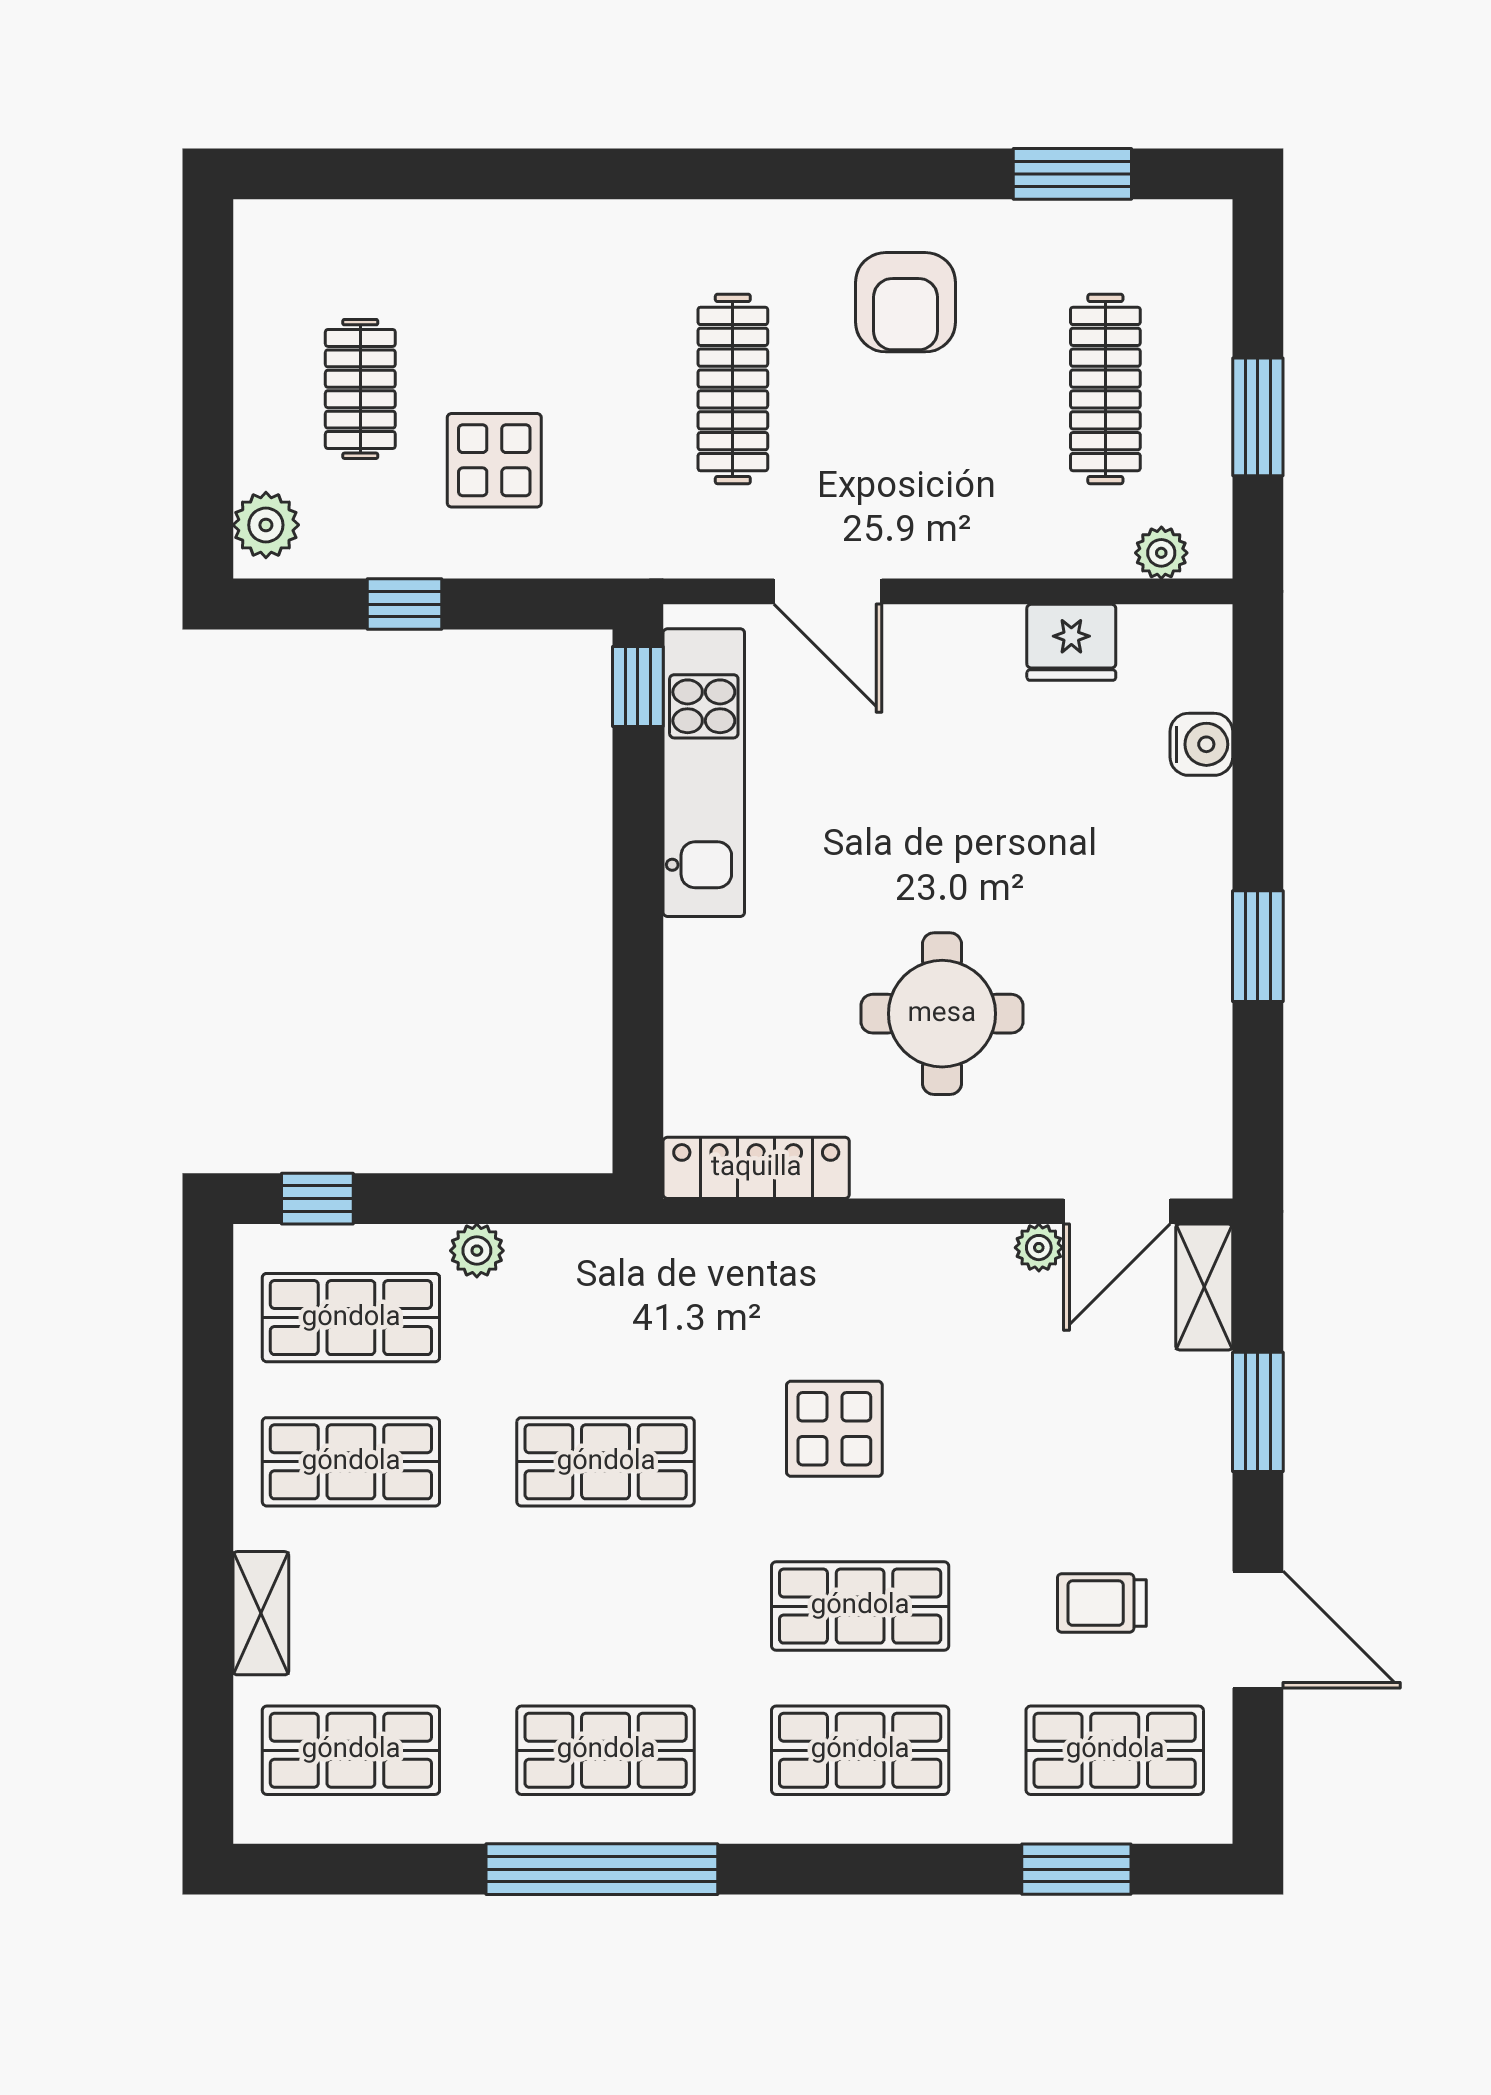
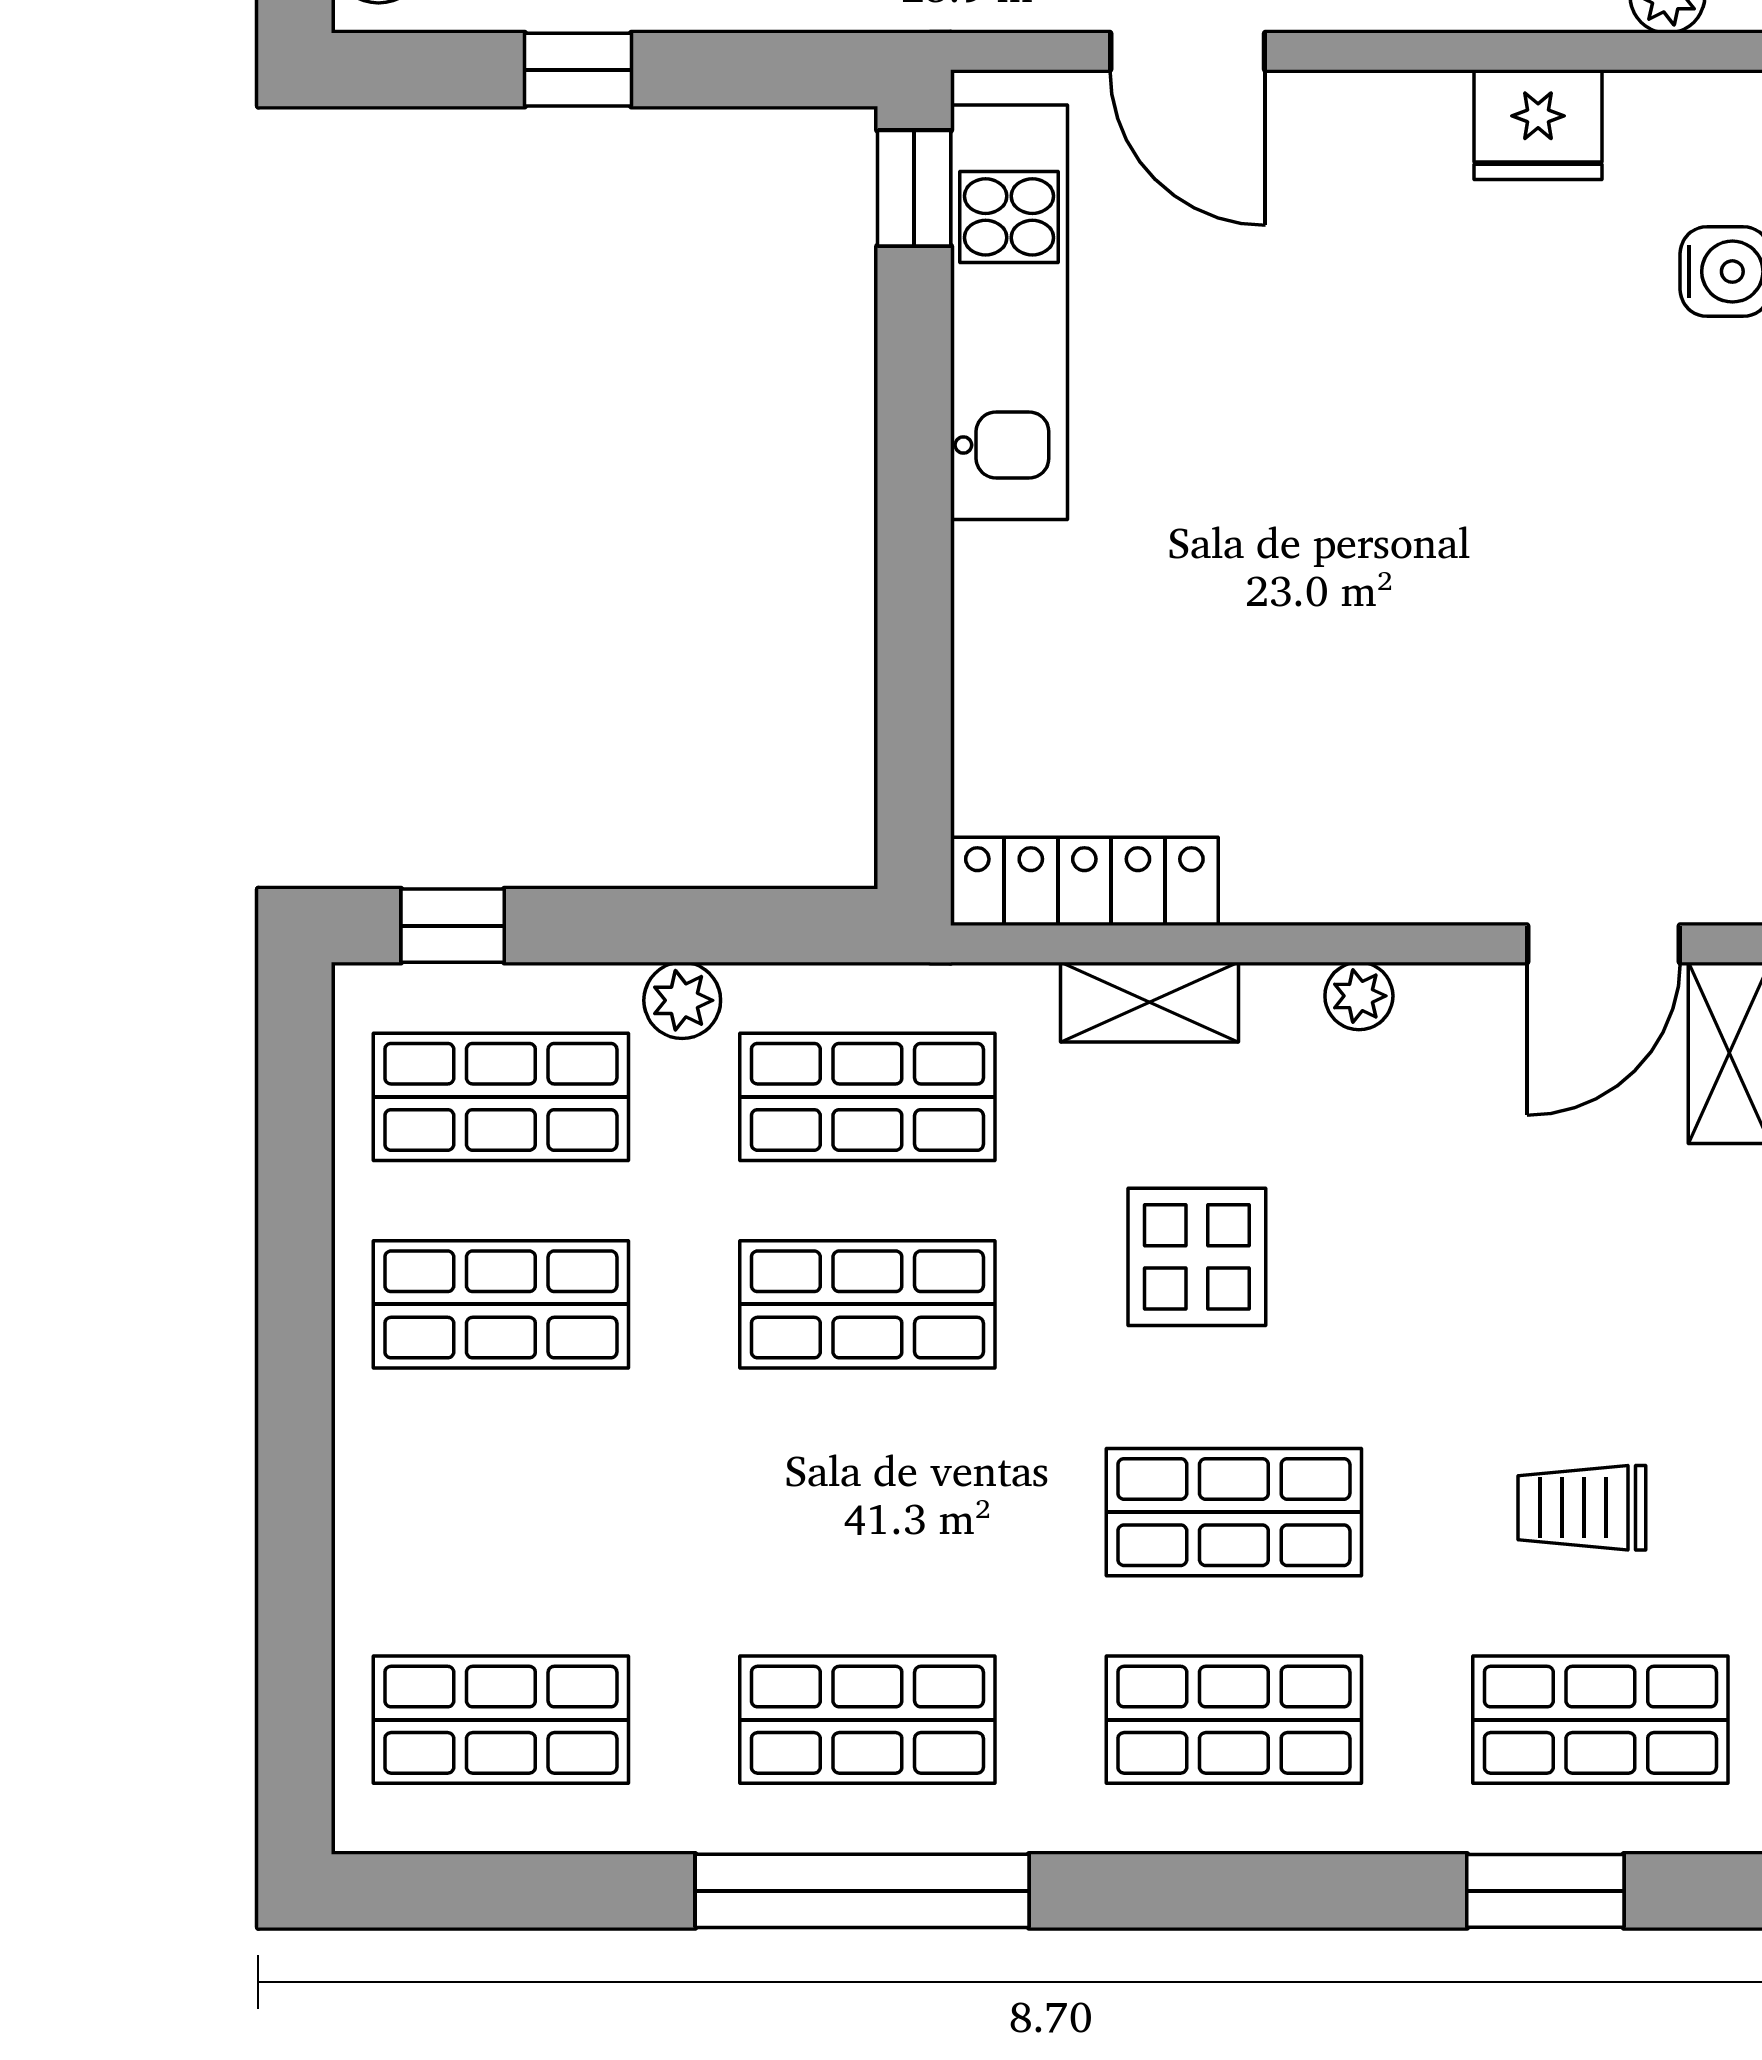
round table: (942, 1014) -> (1352, 659), removed
plant: (1039, 1248) -> (1359, 996), moved
shop shelf: (606, 1318) -> (867, 1097), added
shelving: (261, 1613) -> (1150, 1002), moved, turned 90

